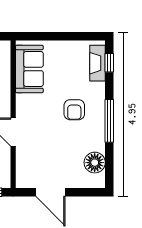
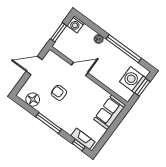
sofa: (29, 69) -> (110, 112), moved, turned 90
armchair: (74, 110) -> (59, 93), moved

